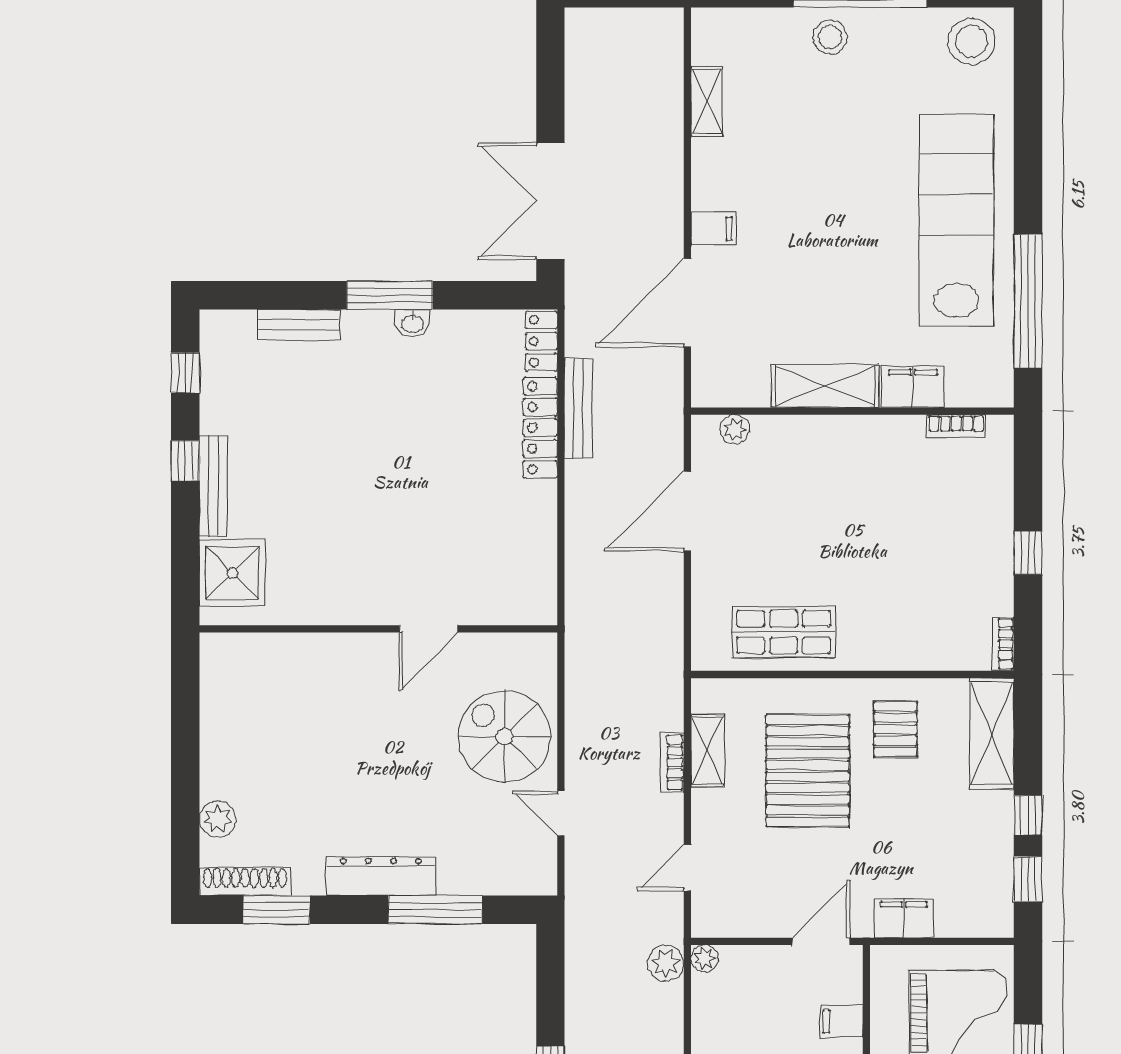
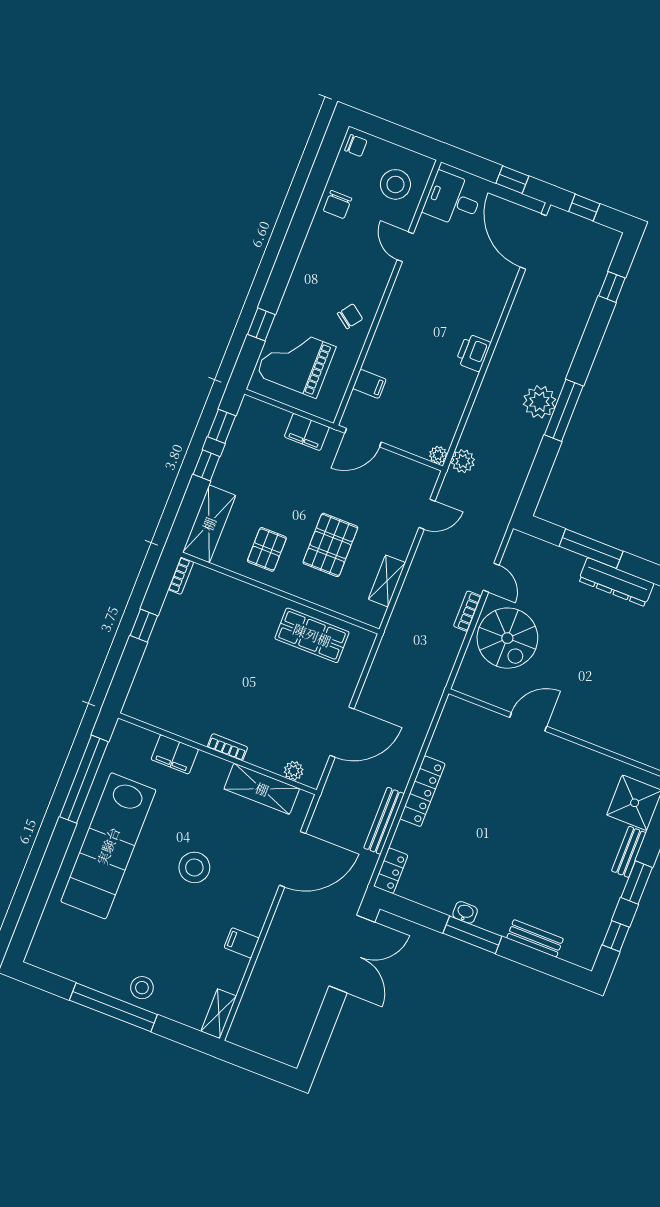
stool: (971, 41) -> (194, 867), moved
shelving: (707, 101) -> (219, 1014), moved
filing cabinet: (713, 229) -> (242, 943), moved
shelving: (825, 386) -> (262, 789), moved
bookcase: (956, 426) -> (227, 747), moved
locker: (540, 428) -> (422, 791), moved
window: (185, 461) -> (637, 882), width x1.50
bench: (213, 486) -> (629, 852), width x0.73
bookcase: (672, 762) -> (467, 611), moved, turned 180
pallet: (808, 771) -> (330, 545), width x0.73, depth x0.71

